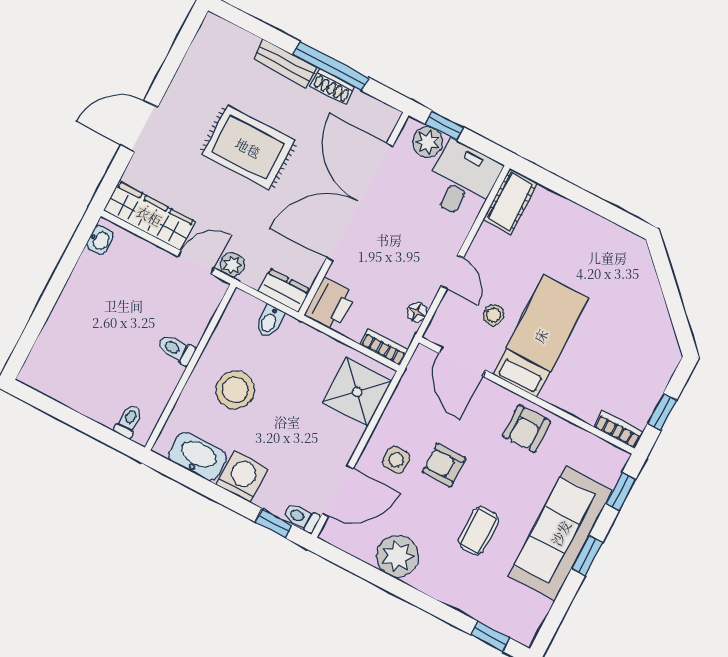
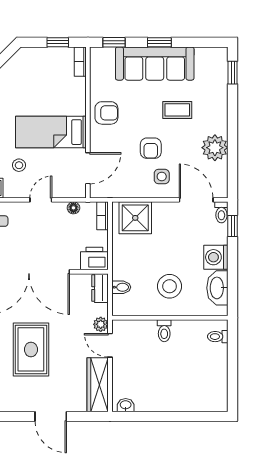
stool: (494, 315) -> (19, 165), moved

